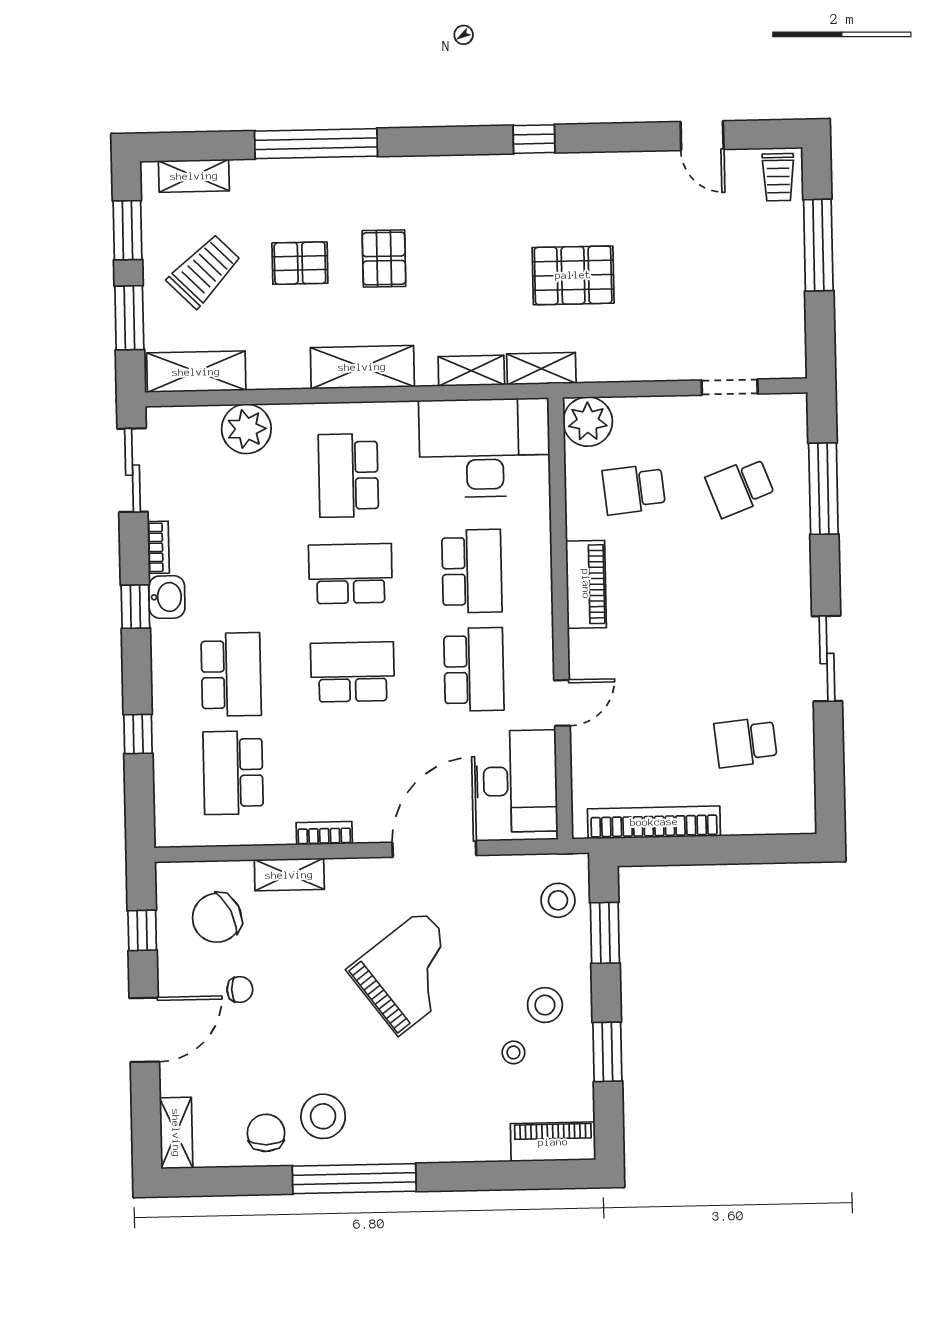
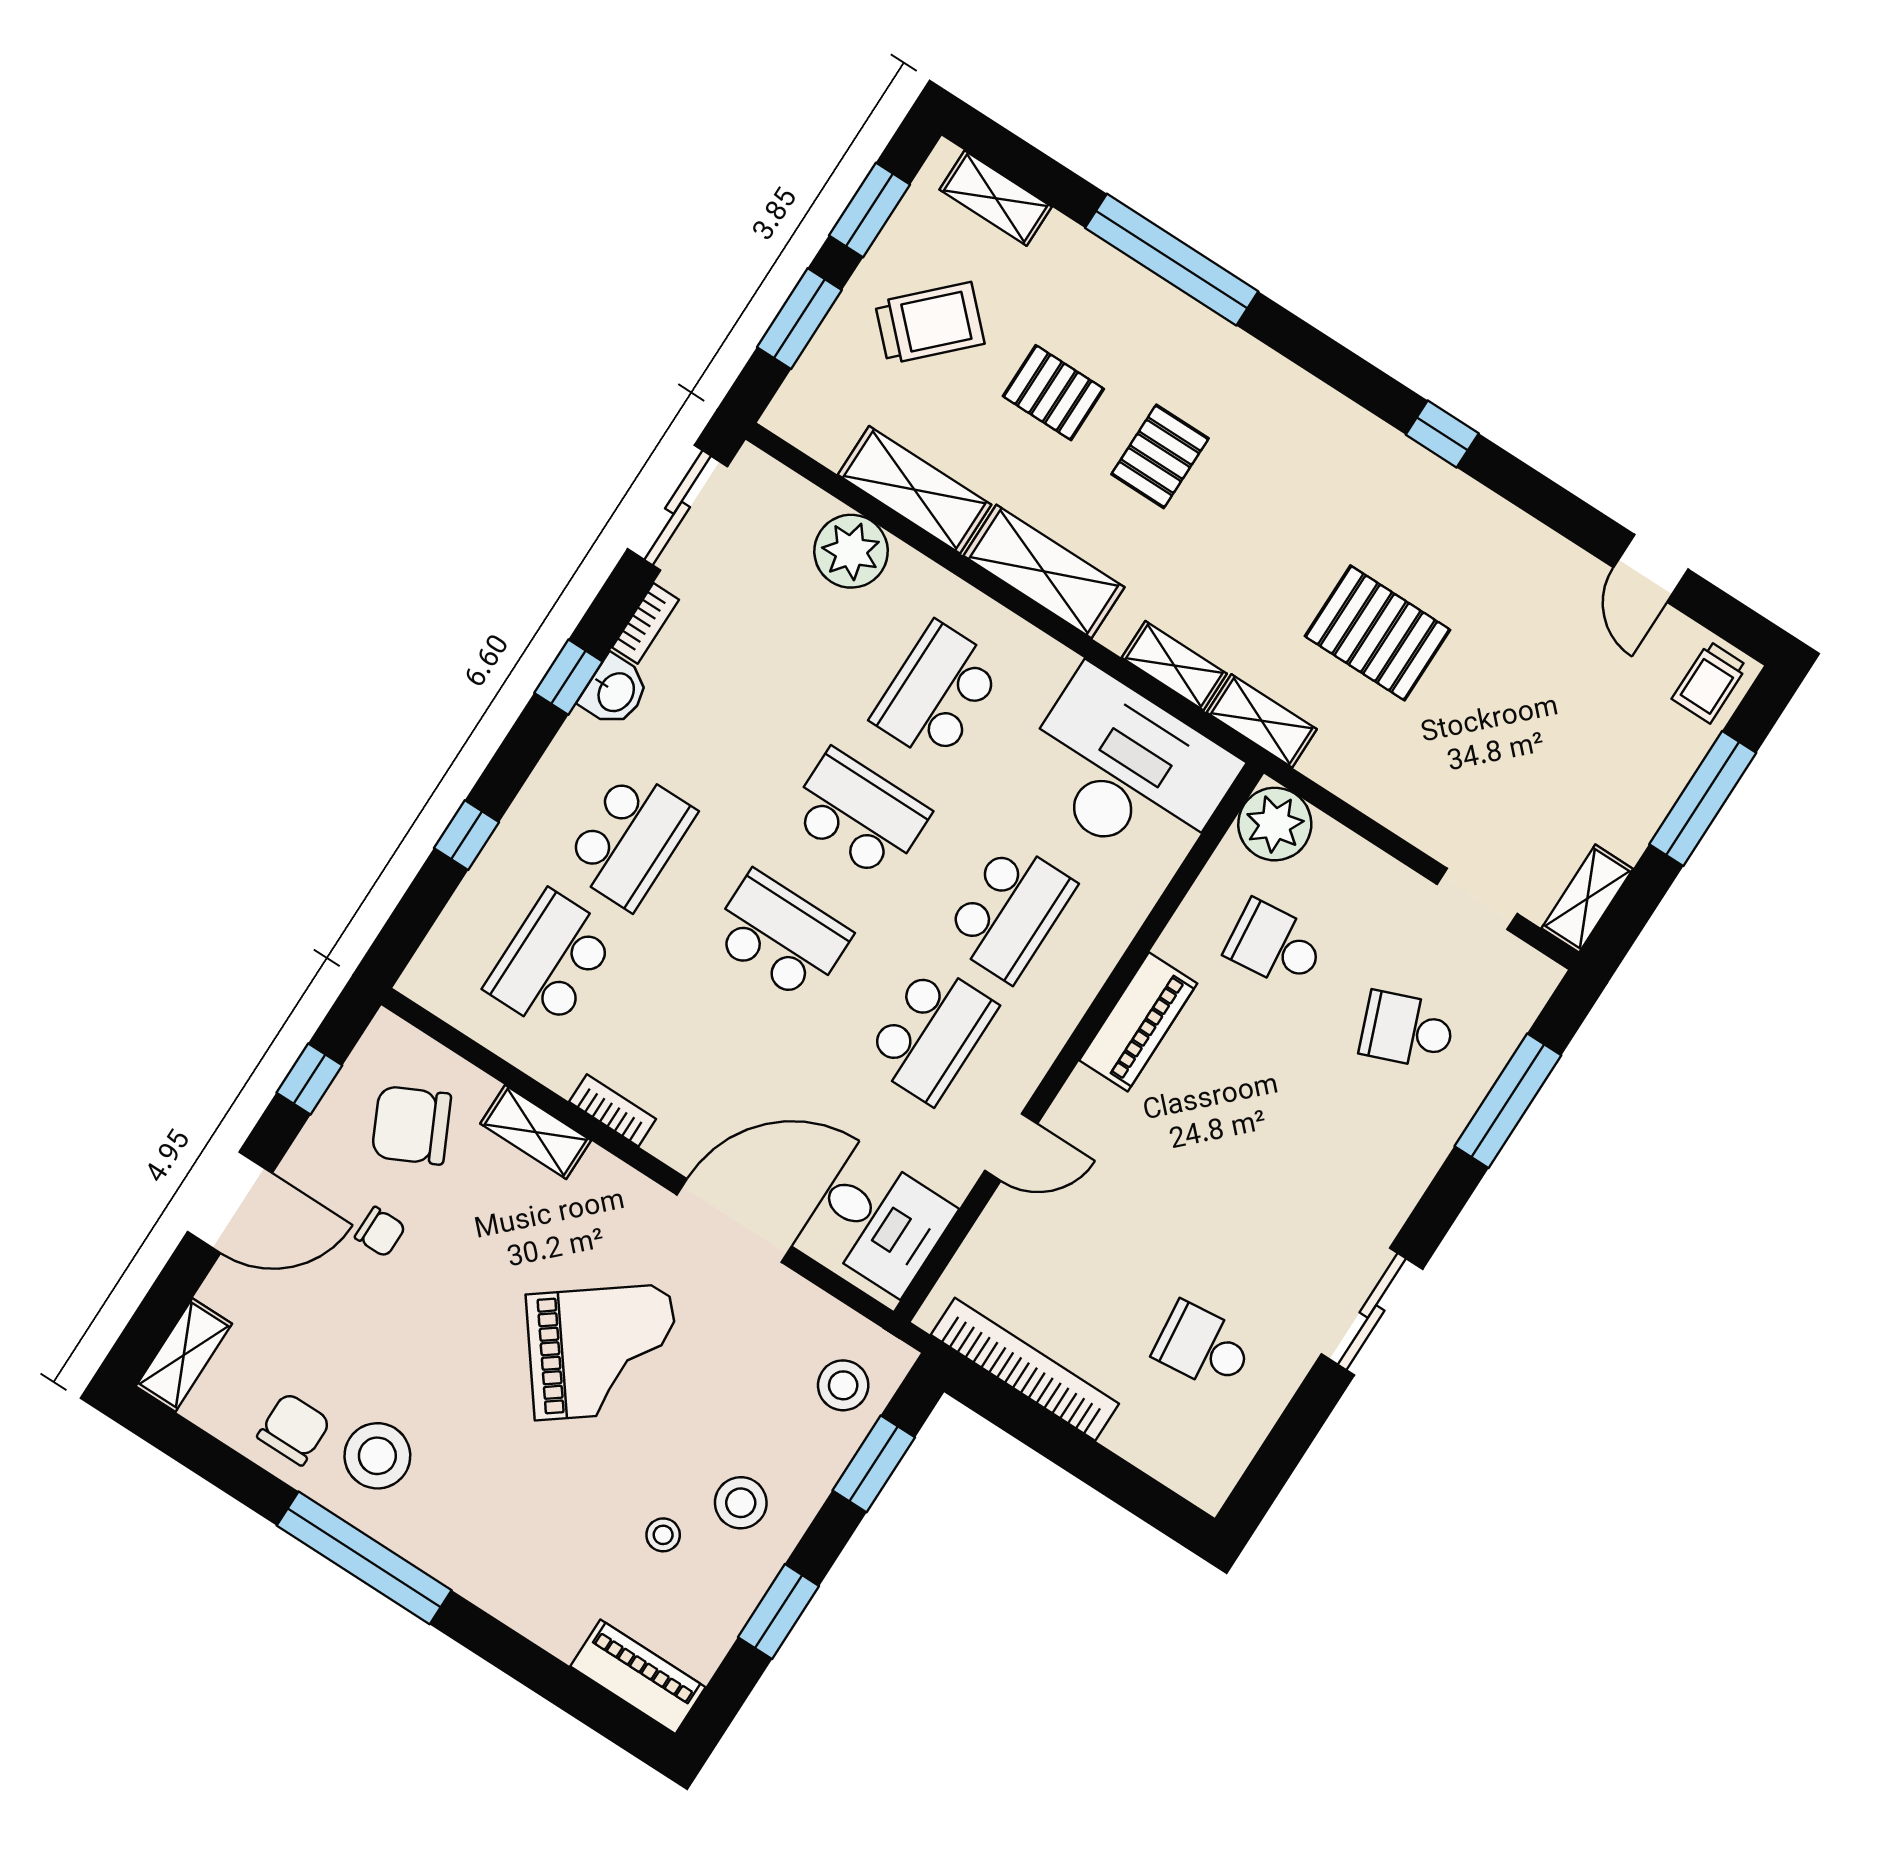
shelving: (791, 345) -> (1587, 899), added
shelving: (196, 372) -> (915, 490), moved
desk: (517, 781) -> (880, 1223), width x0.73

